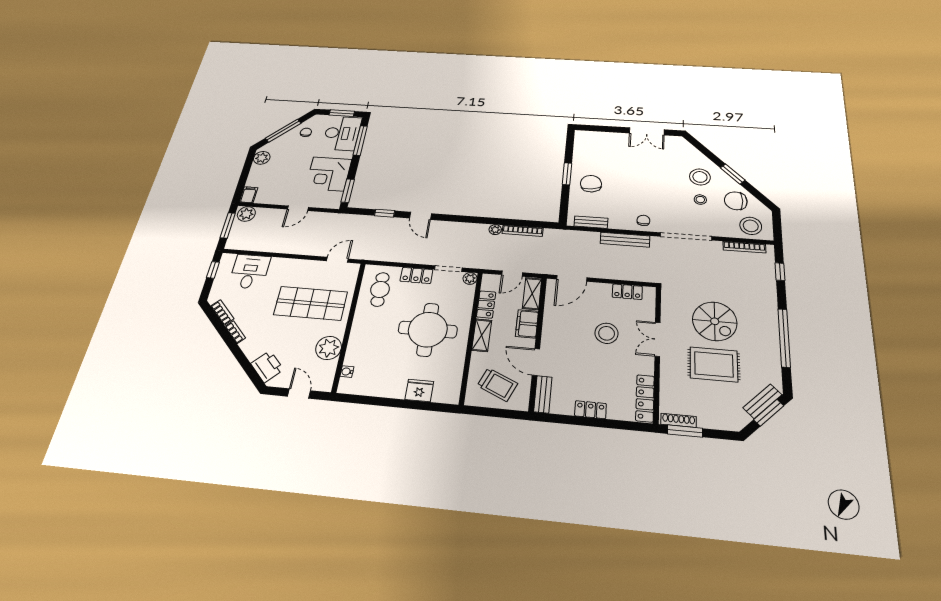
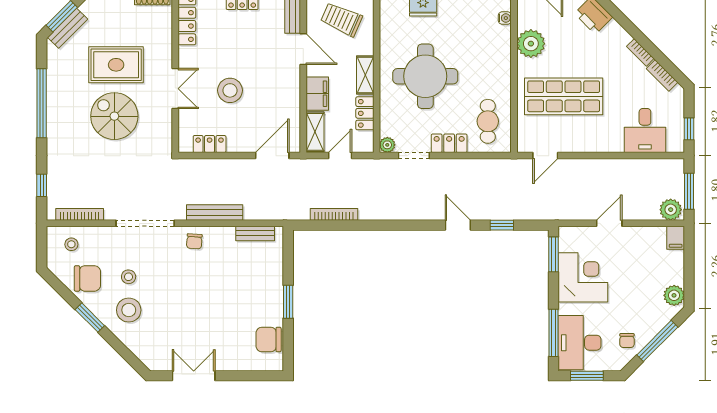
chair: (591, 184) -> (269, 339), moved, turned 98
stool: (751, 226) -> (71, 244), width x0.53, depth x0.53
plant: (495, 230) -> (366, 213), removed

